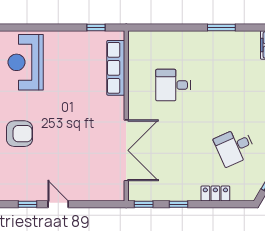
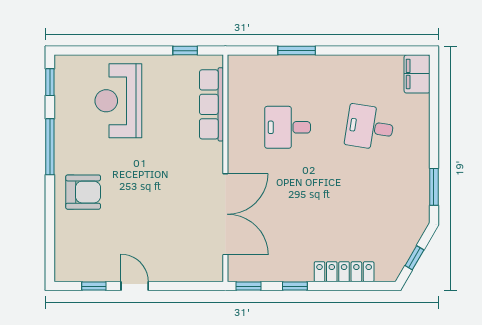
window: (221, 27) -> (297, 51), moved
reception desk: (26, 62) -> (118, 101), moved
desk: (235, 147) -> (370, 127), moved, turned 33
locker: (215, 193) -> (344, 272), width x1.53

